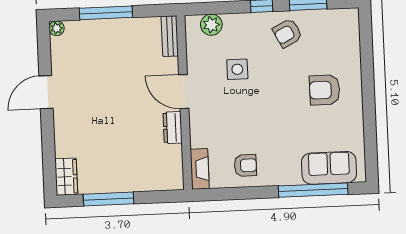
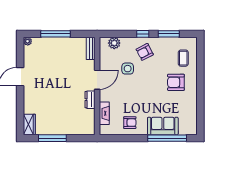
armchair: (287, 33) -> (145, 52), moved
coffee table: (336, 46) -> (183, 58), added
door: (184, 92) -> (97, 80), swing flipped
sofa: (329, 168) -> (163, 126), moved
fireplace: (200, 169) -> (104, 113), moved

